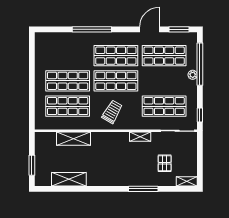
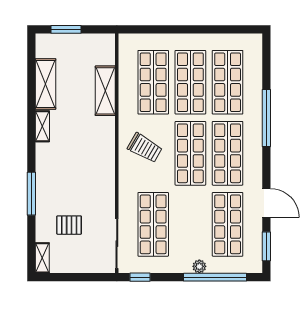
shop shelf: (68, 56) -> (228, 82), added
shelving: (140, 137) -> (42, 126), moved

